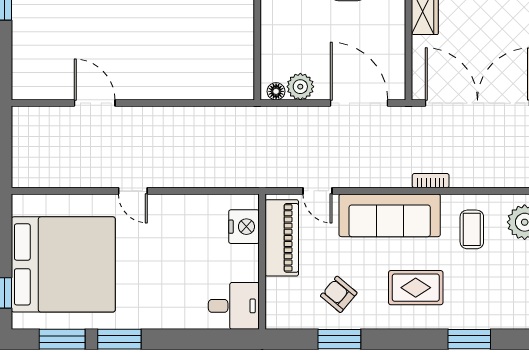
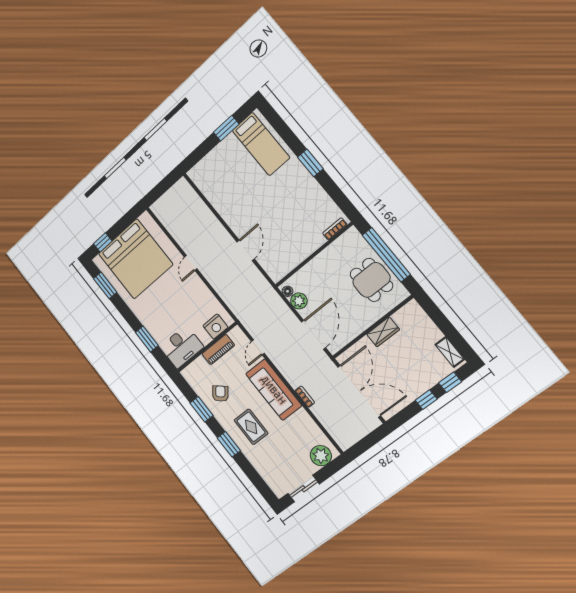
door: (95, 103) -> (246, 250), moved
coffee table: (472, 229) -> (298, 433), removed
piano: (282, 238) -> (218, 350), width x0.73, depth x0.75
desk: (234, 306) -> (182, 347), width x1.37
window: (119, 339) -> (147, 339), moved
window: (469, 339) -> (229, 444), moved

